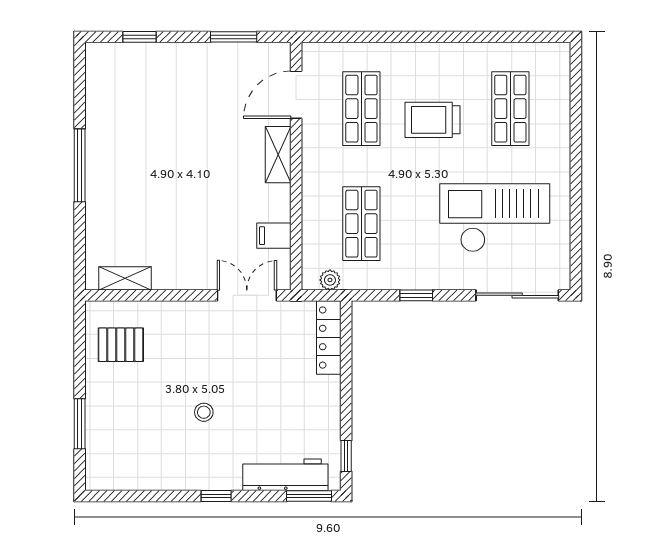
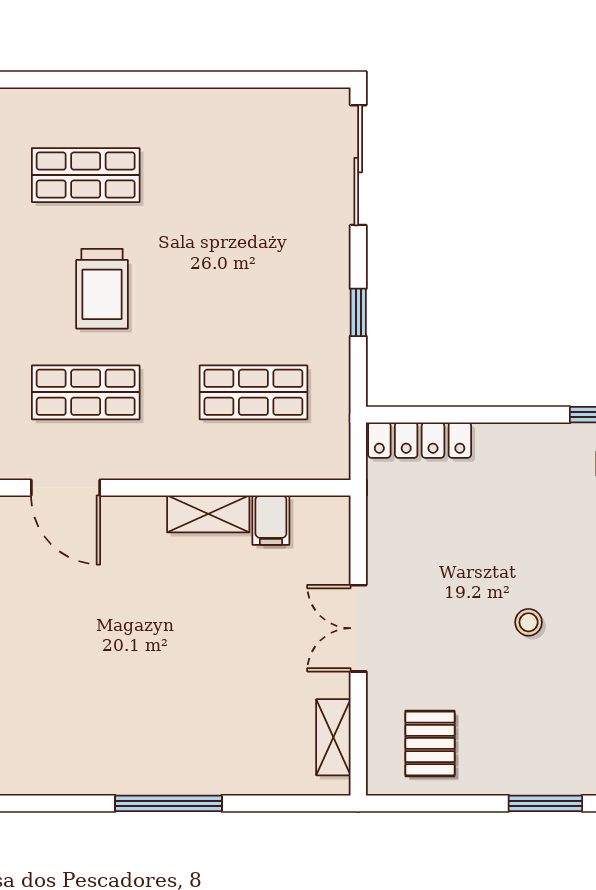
shelving: (278, 155) -> (208, 514), moved
checkout: (495, 218) -> (245, 198), removed
plant: (330, 280) -> (336, 438), removed
double door: (247, 295) -> (358, 628), moved

